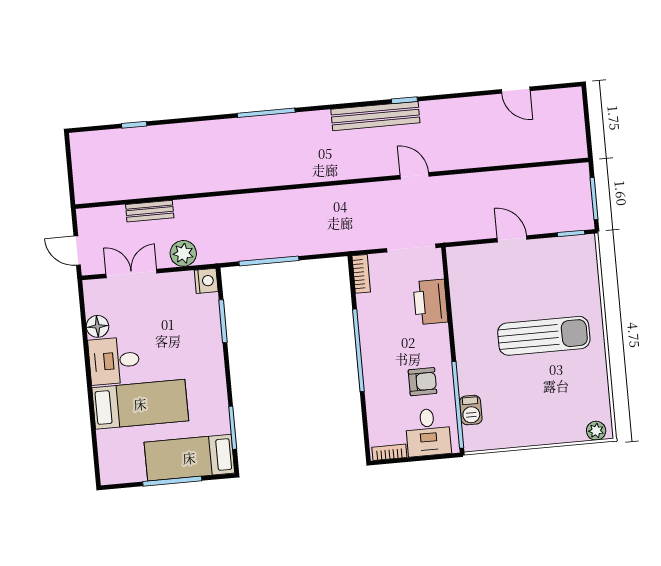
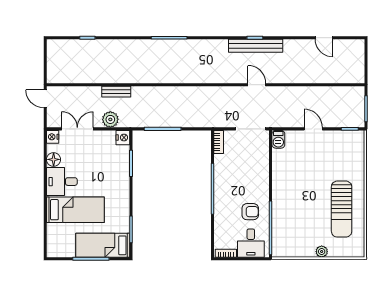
bench: (375, 116) -> (256, 46), moved
bench: (150, 211) -> (116, 92), moved
door: (77, 251) -> (45, 99), moved
nightstand: (93, 290) -> (53, 137), added
printer: (430, 302) -> (260, 163), removed
sun lounger: (544, 336) -> (342, 209), moved, turned 90
barbecue: (471, 410) -> (278, 139), moved
plant: (596, 431) -> (322, 252), moved

